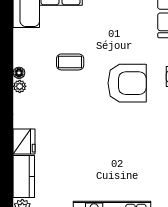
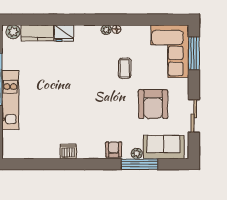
armchair: (127, 83) -> (153, 104), moved

